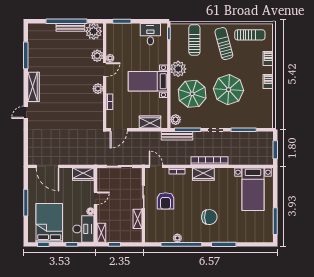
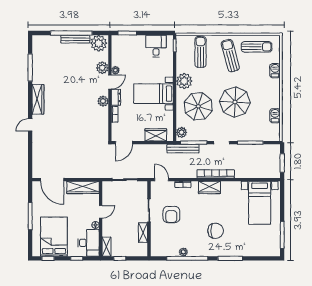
barbecue: (268, 82) -> (275, 116), moved
dresser: (111, 85) -> (116, 97), added
wardrobe: (83, 174) -> (83, 187), width x1.50

